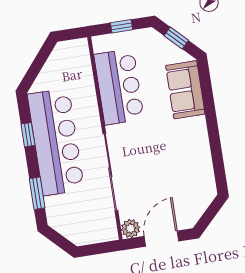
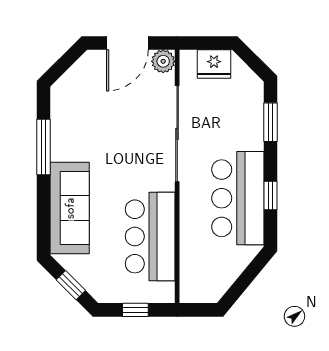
sofa: (185, 90) -> (70, 208), width x1.36
bar counter: (56, 142) -> (238, 198), width x0.73
window: (215, 145) -> (44, 147), added
fridge: (90, 233) -> (214, 64), added

